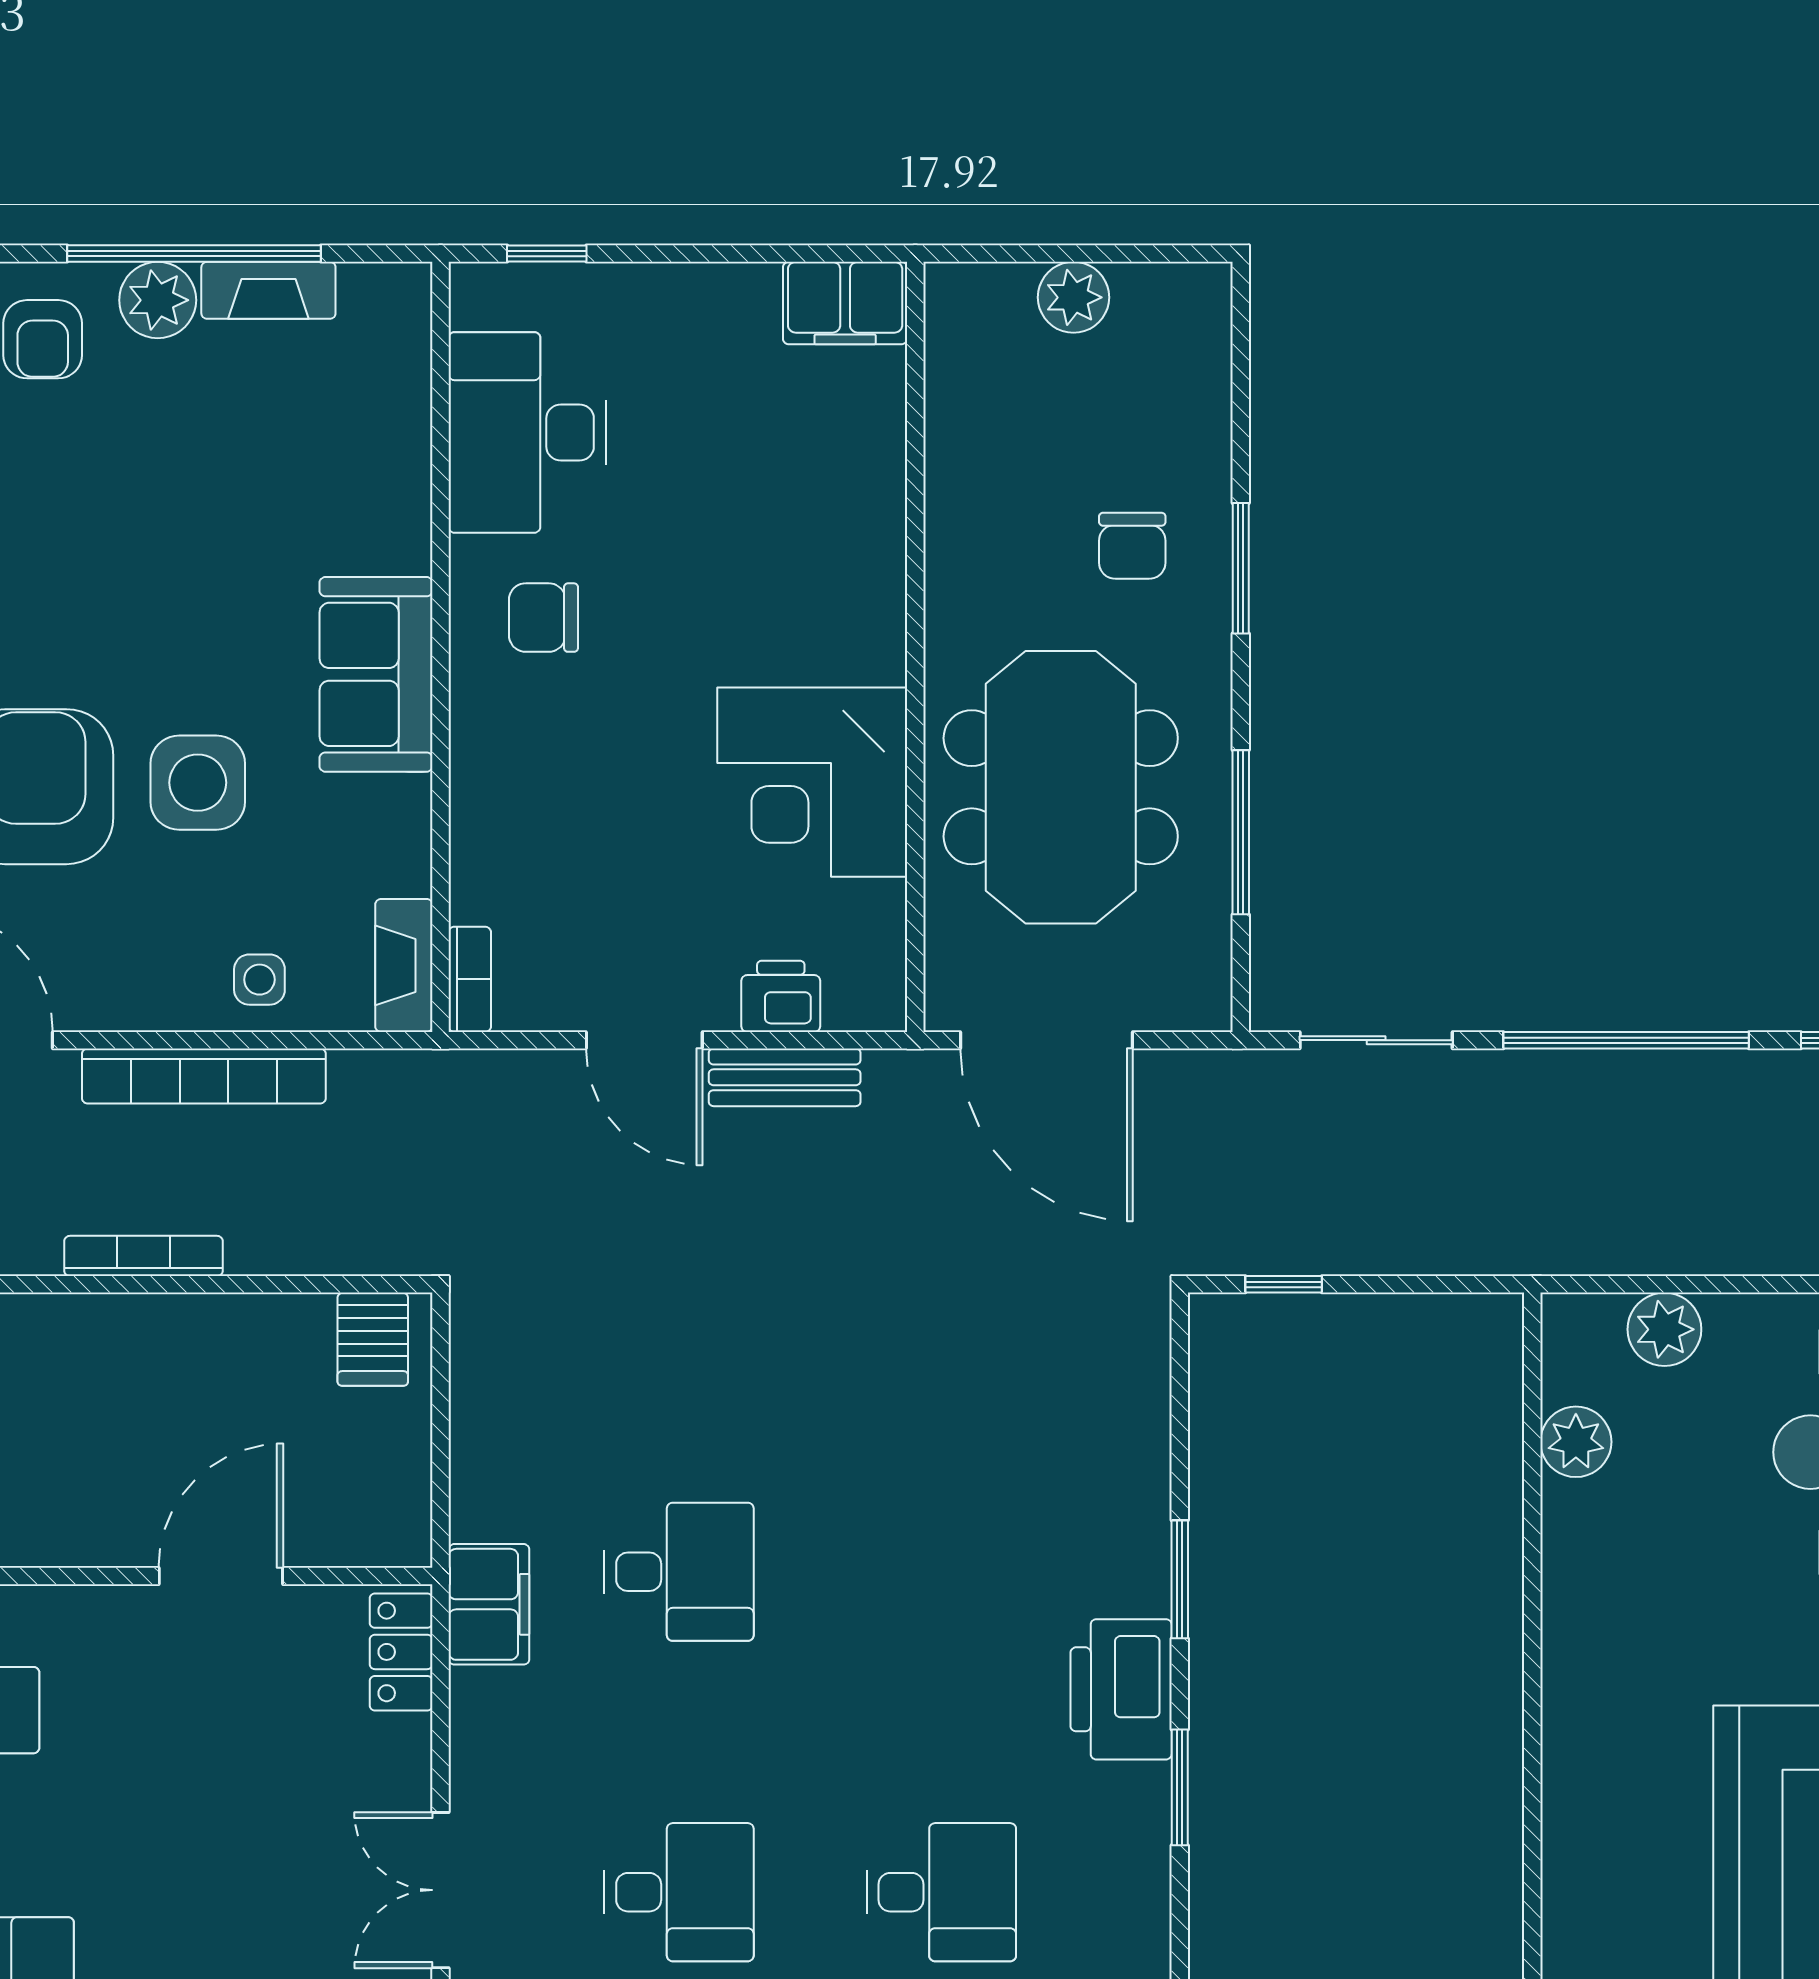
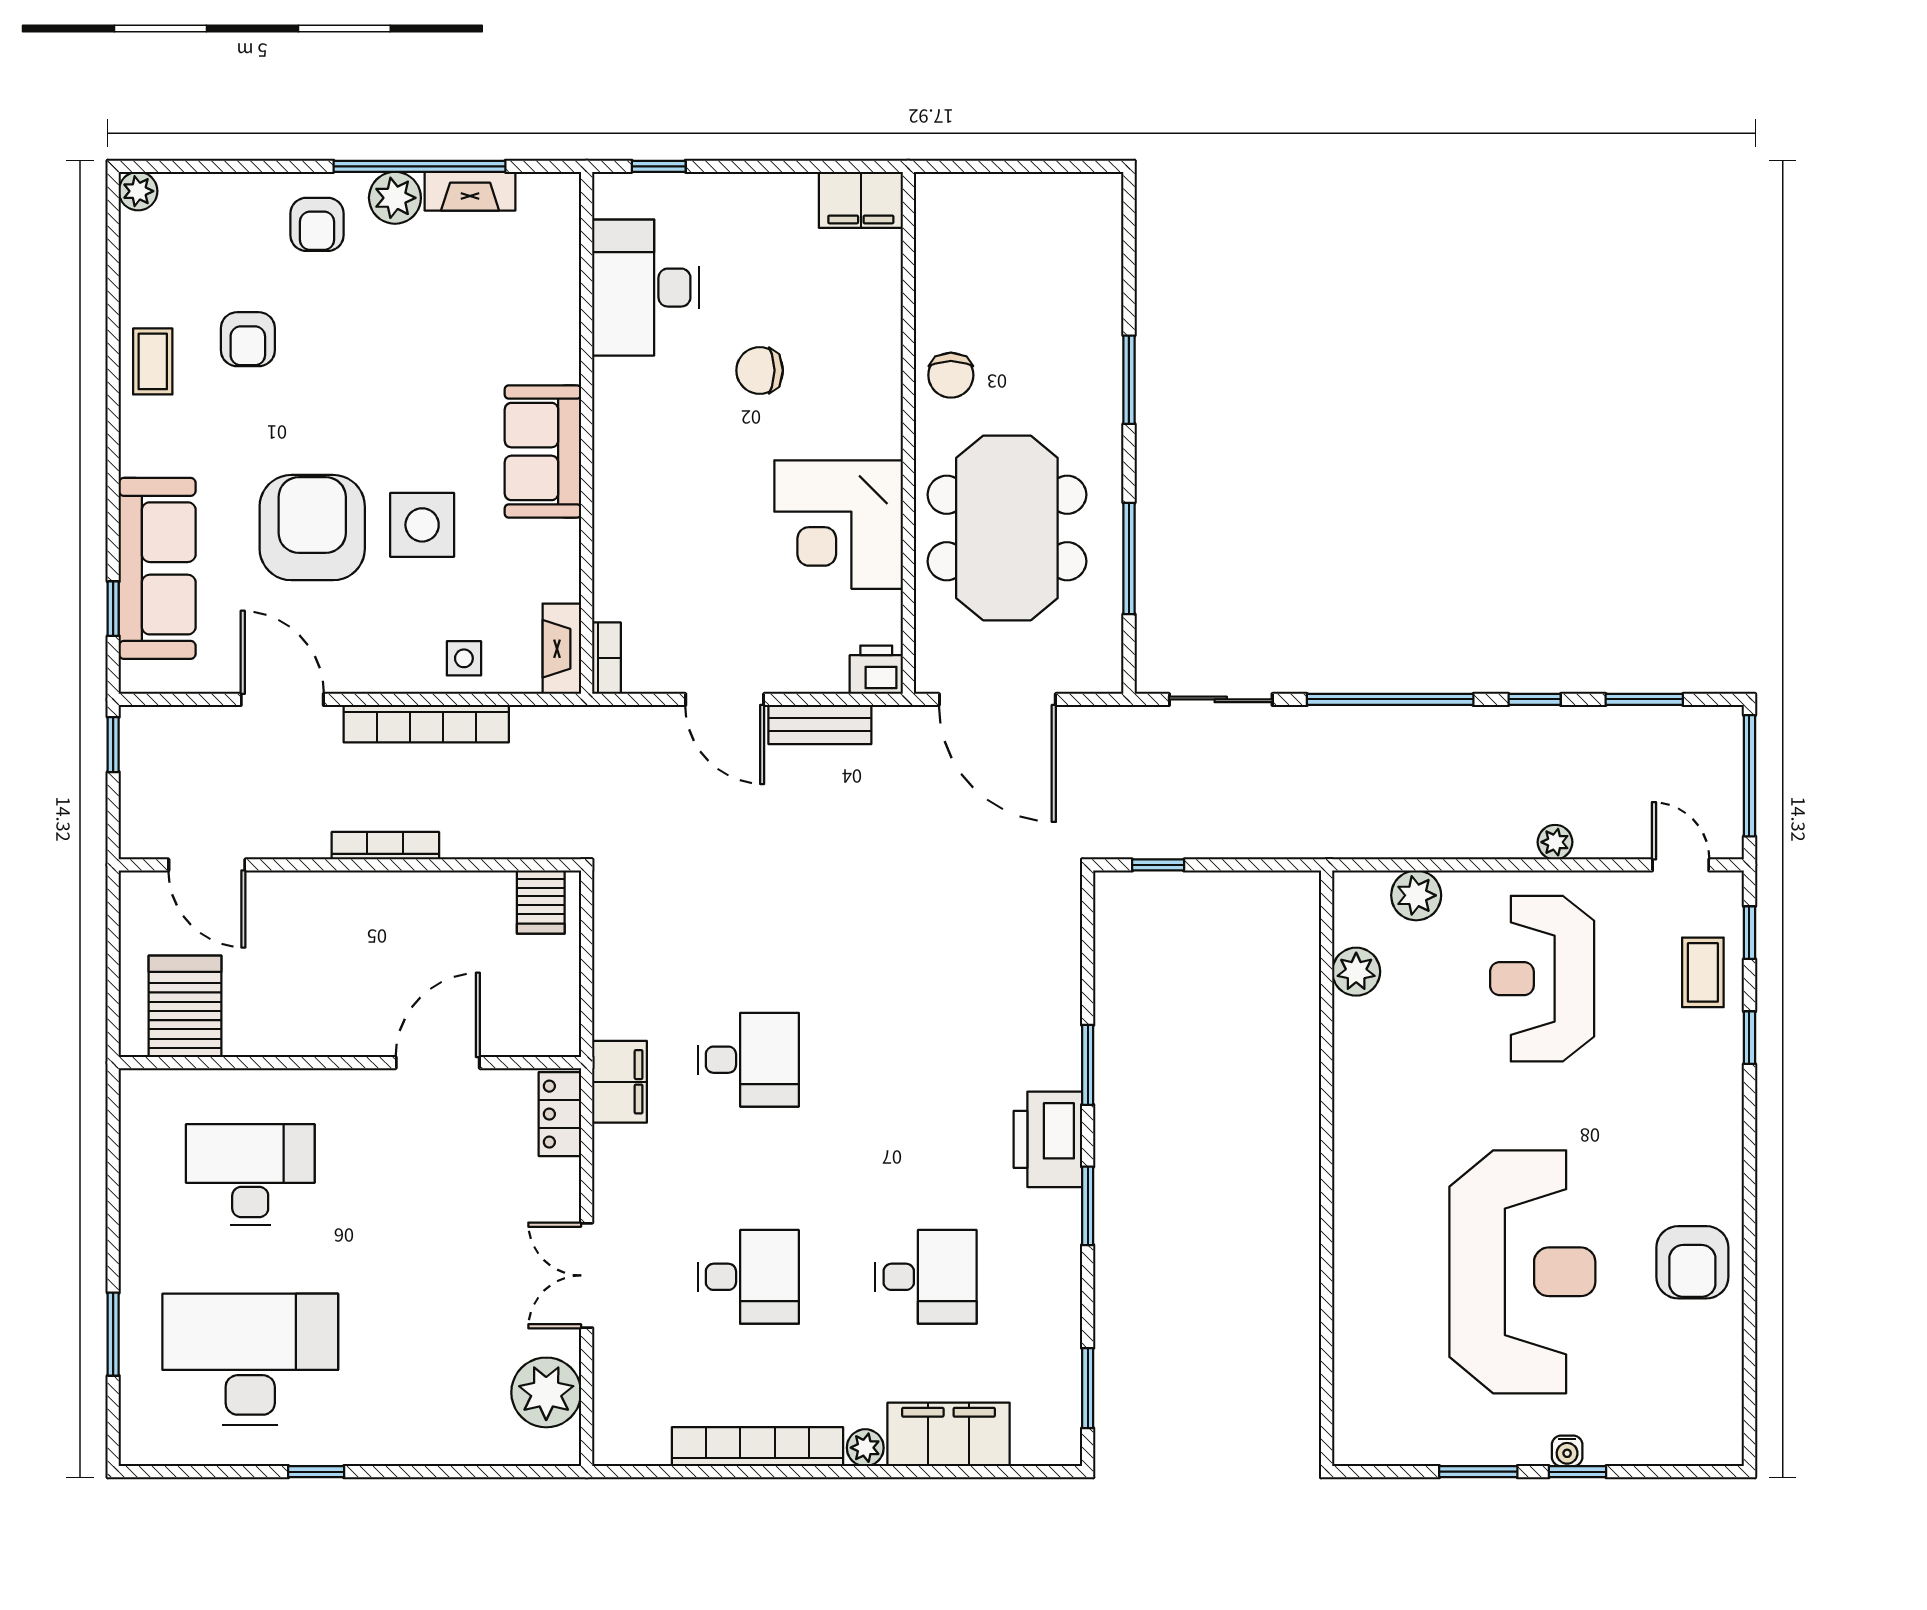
plant: (1073, 297) -> (1016, 196), removed
chair: (1132, 546) -> (951, 375), moved
chair: (543, 618) -> (760, 370), moved
printer: (781, 996) -> (876, 670), moved

